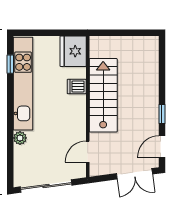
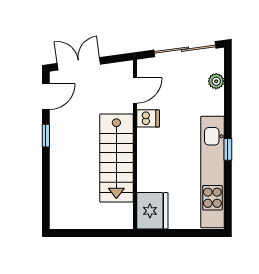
window: (10, 64) -> (228, 149), moved
dishwasher: (77, 87) -> (148, 118), moved
plant: (20, 138) -> (216, 81), moved

